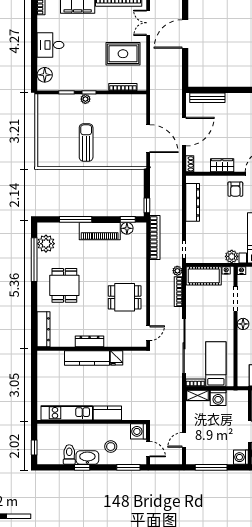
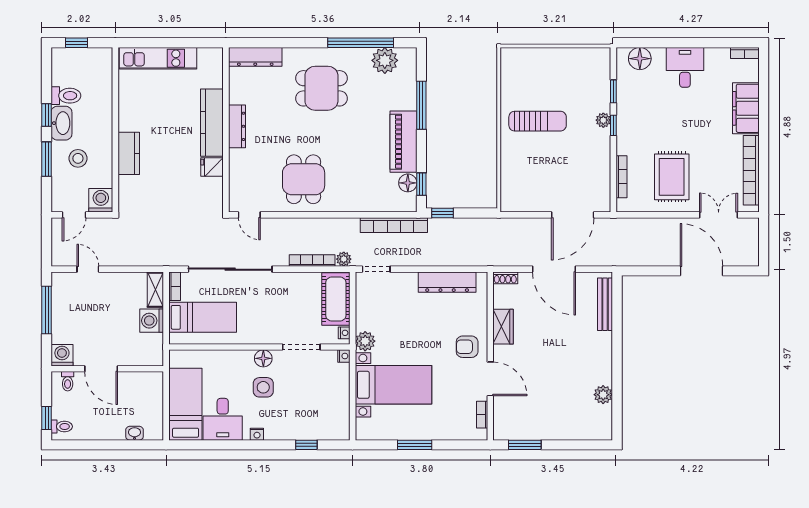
door: (148, 139) -> (573, 215), moved
kitchen unit: (67, 413) -> (158, 58), moved, turned 90
window: (128, 467) -> (47, 159), moved

